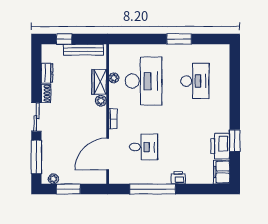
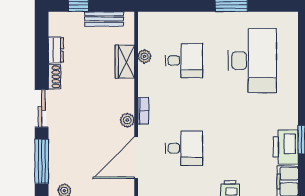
bench: (83, 50) -> (104, 19), width x0.73
desk: (144, 81) -> (184, 61), width x0.53, depth x0.77
desk: (195, 81) -> (252, 61), width x1.36, depth x1.30
plant: (101, 101) -> (127, 120), moved

